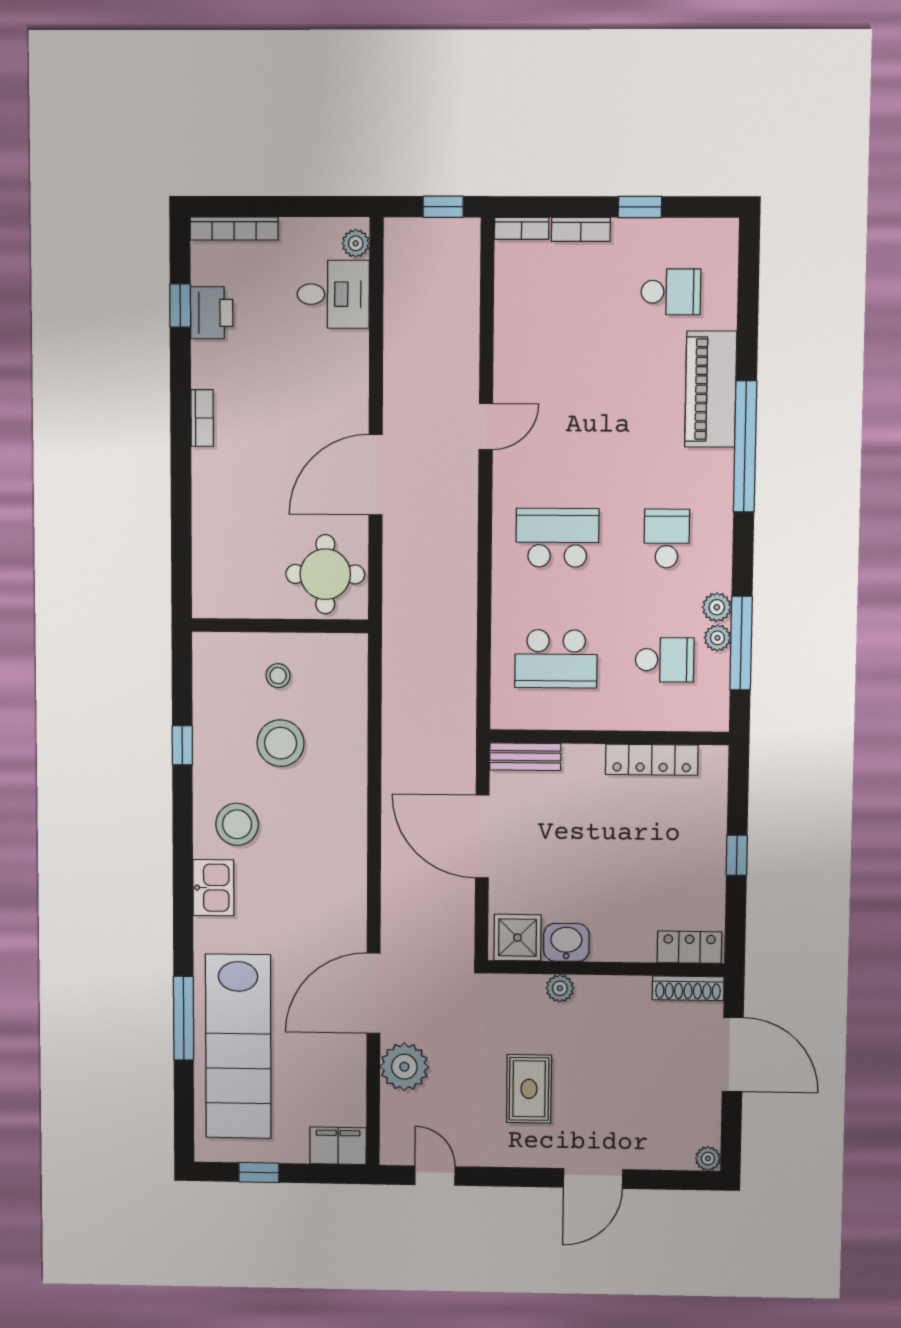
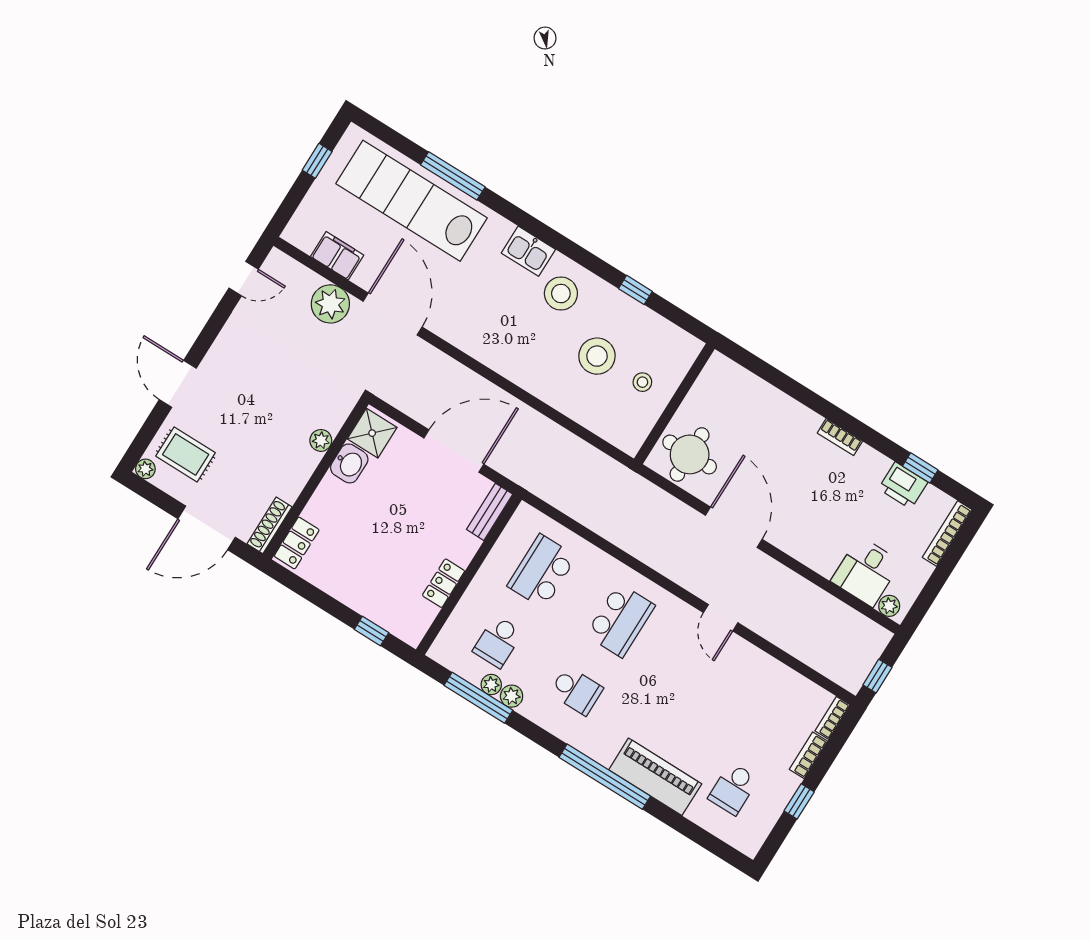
locker: (652, 760) -> (444, 583), width x0.66
window: (737, 855) -> (371, 631), moved
rug: (529, 1089) -> (186, 454), moved
filing cabinet: (338, 1146) -> (337, 256), moved, turned -90

